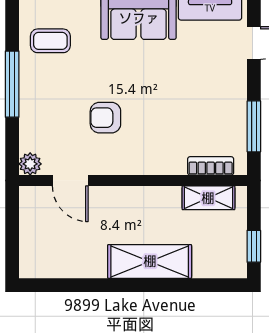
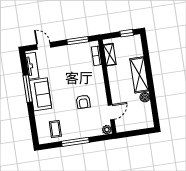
boiler: (94, 267) -> (145, 97), added

